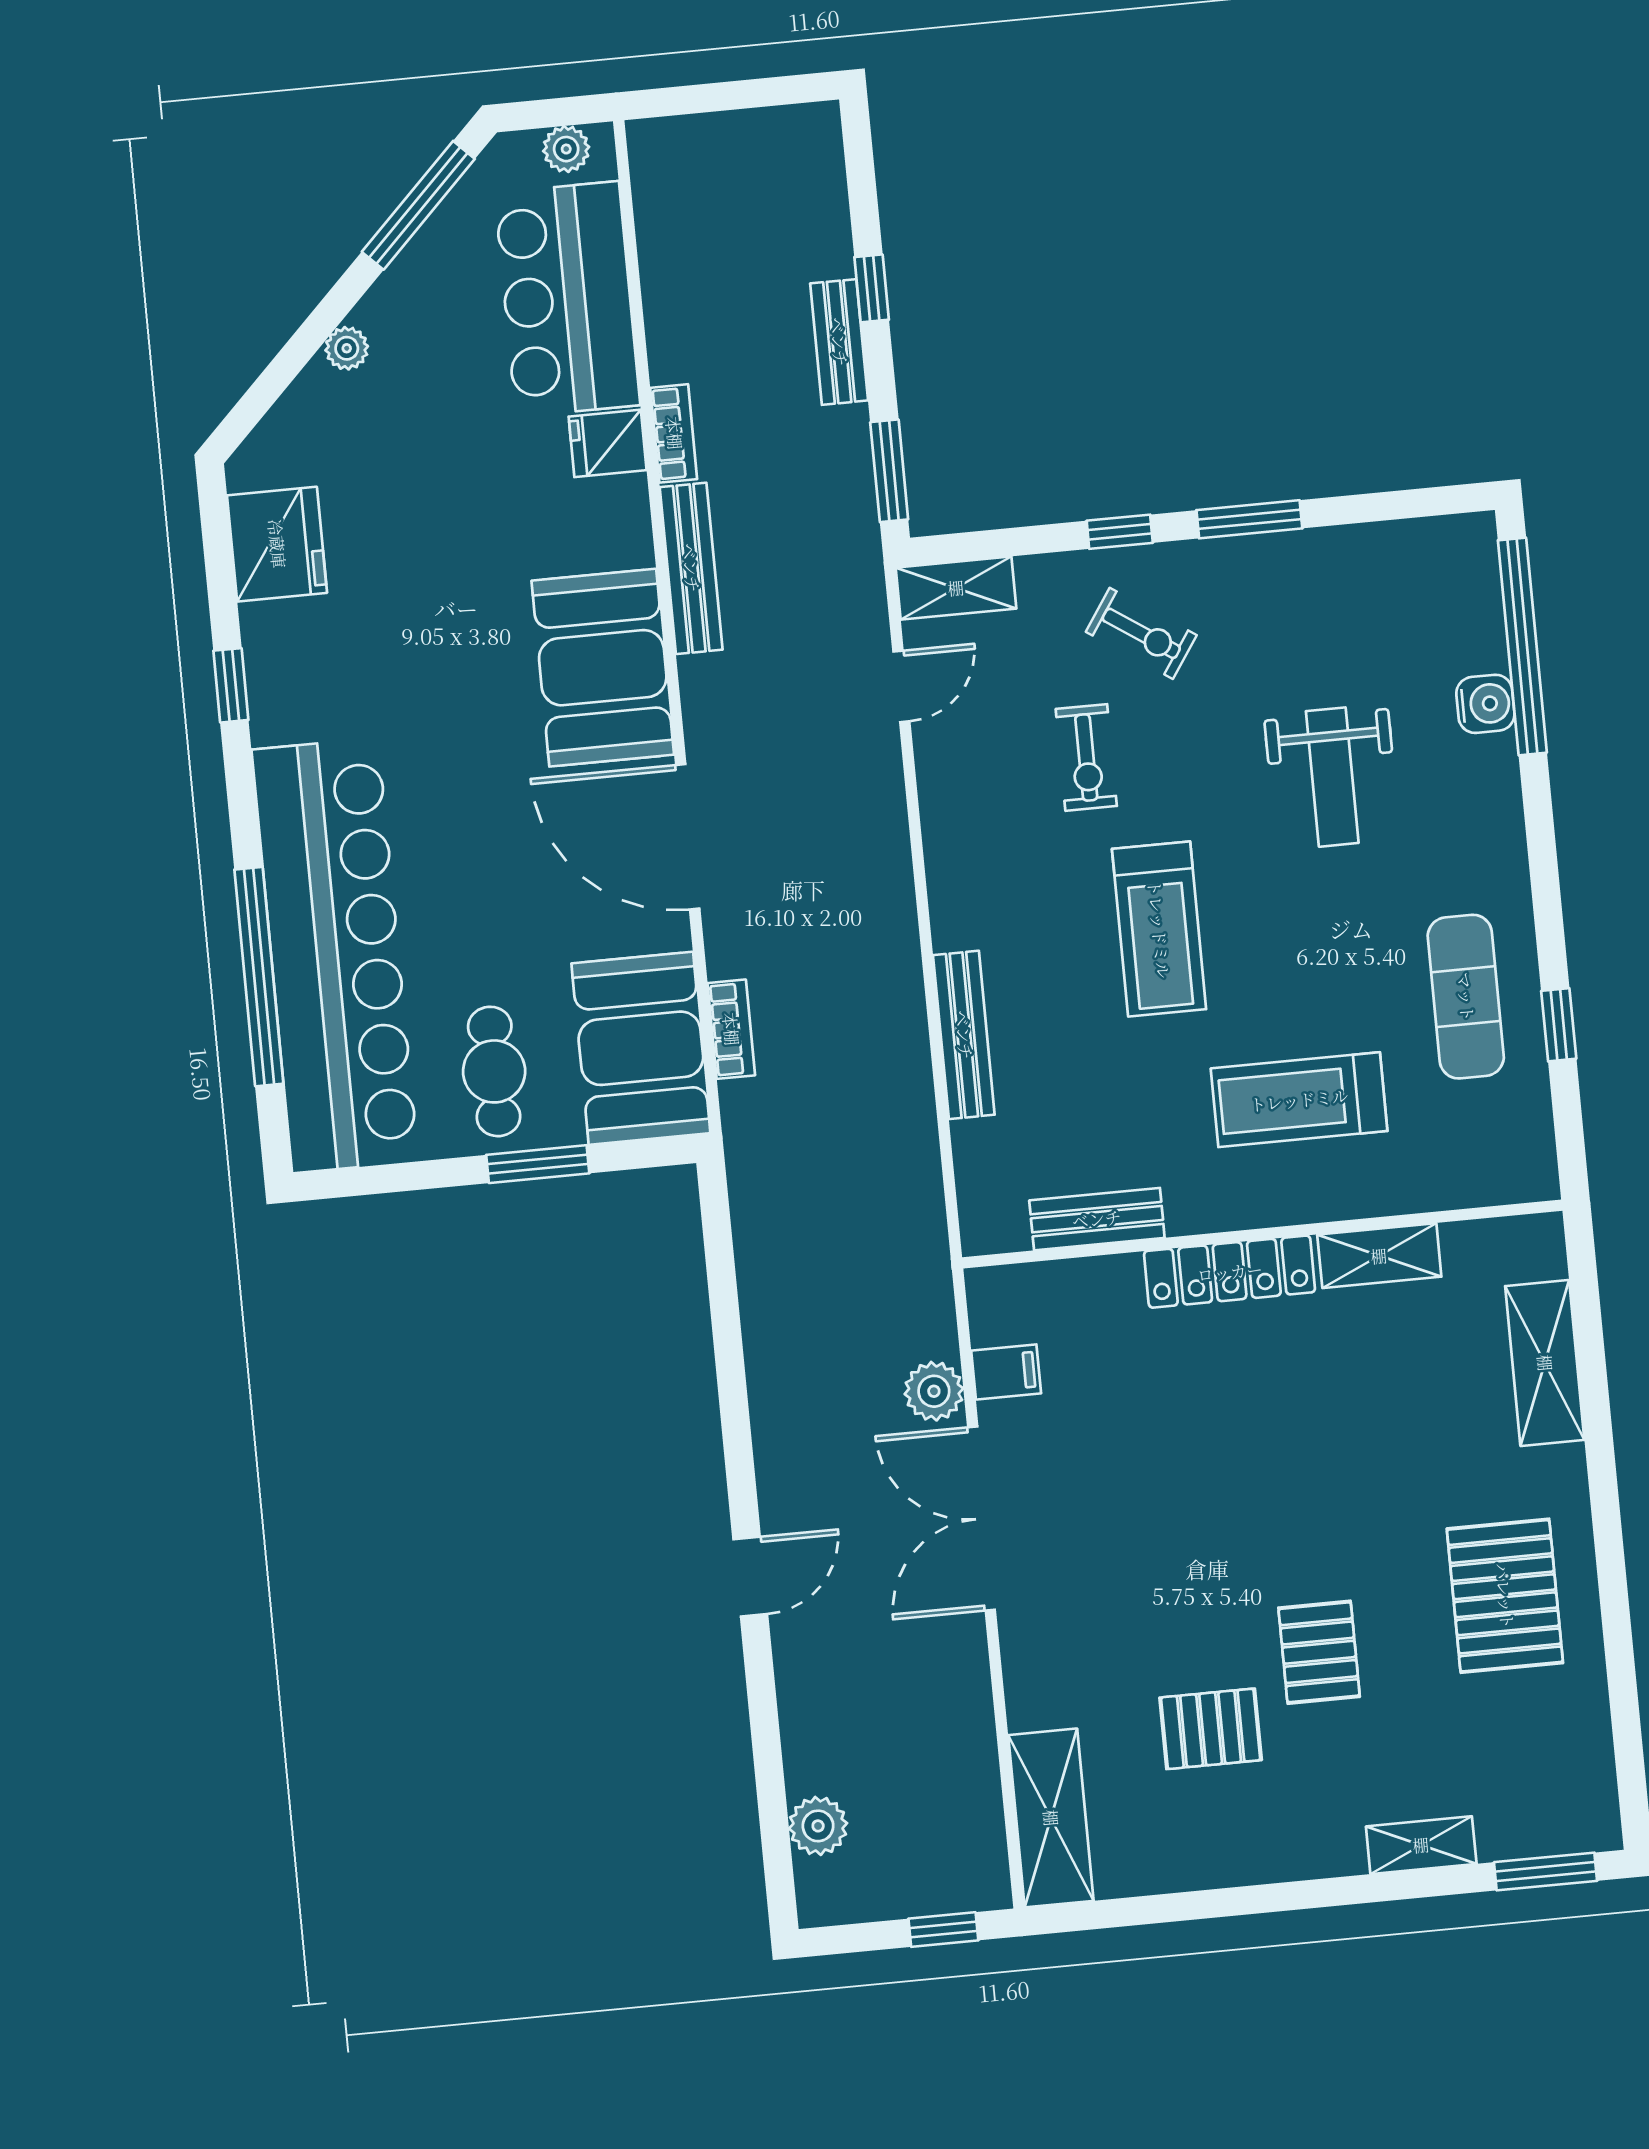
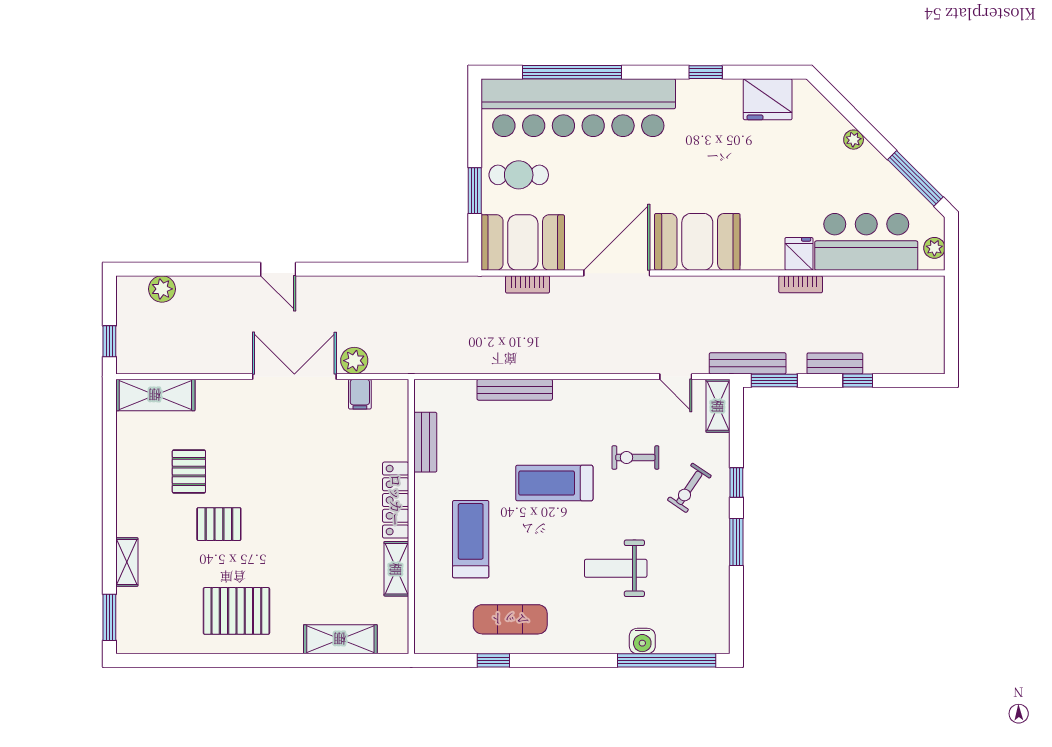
bench: (691, 568) -> (748, 363), moved

